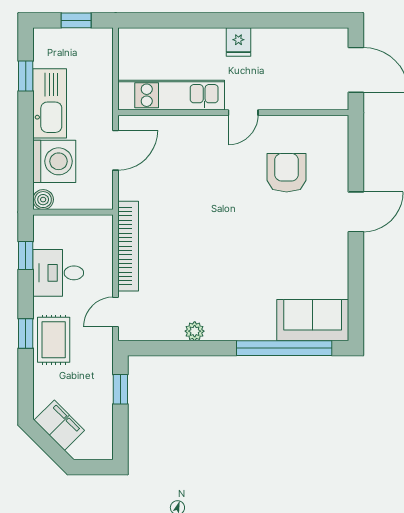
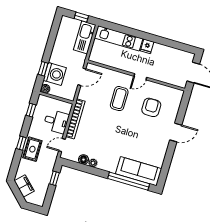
window: (26, 76) -> (43, 69), moved
kitchen unit: (171, 95) -> (119, 38), moved, turned 180
kitchen sink: (50, 103) -> (85, 37), moved, turned 180
coffee table: (211, 174) -> (119, 99), added
desk: (58, 273) -> (56, 121), moved, turned 180
sofa: (313, 320) -> (139, 171), width x1.36
floor lamp: (172, 330) -> (83, 160), added

